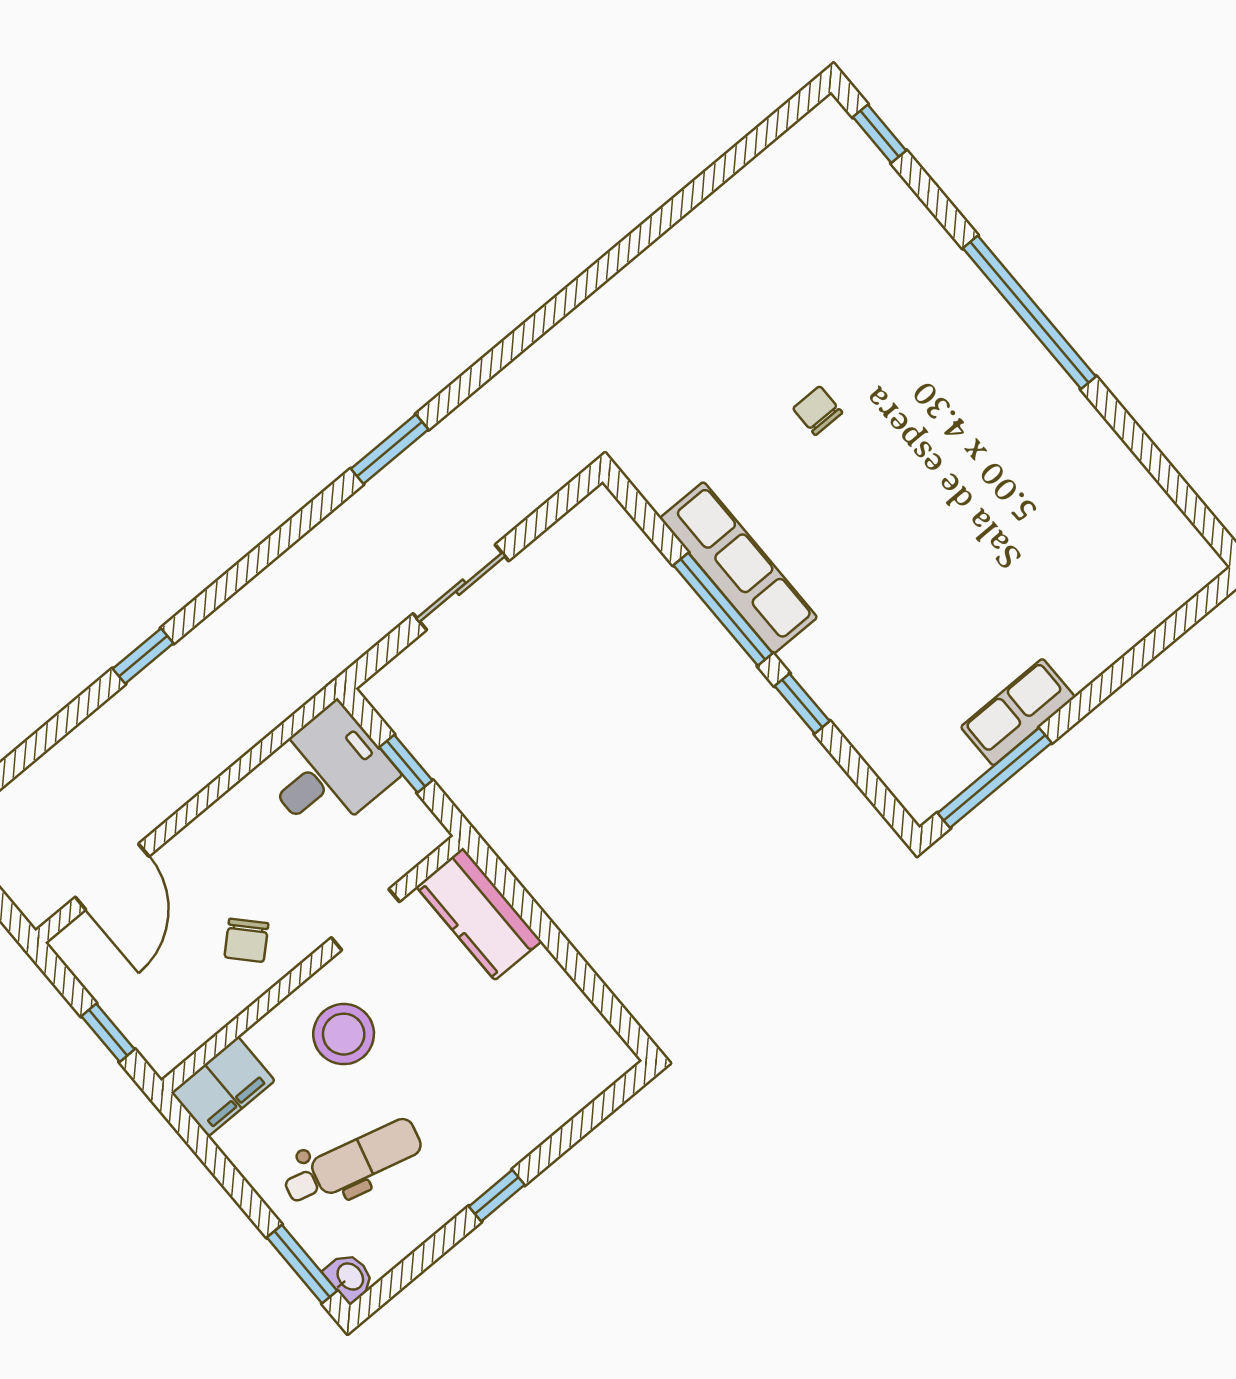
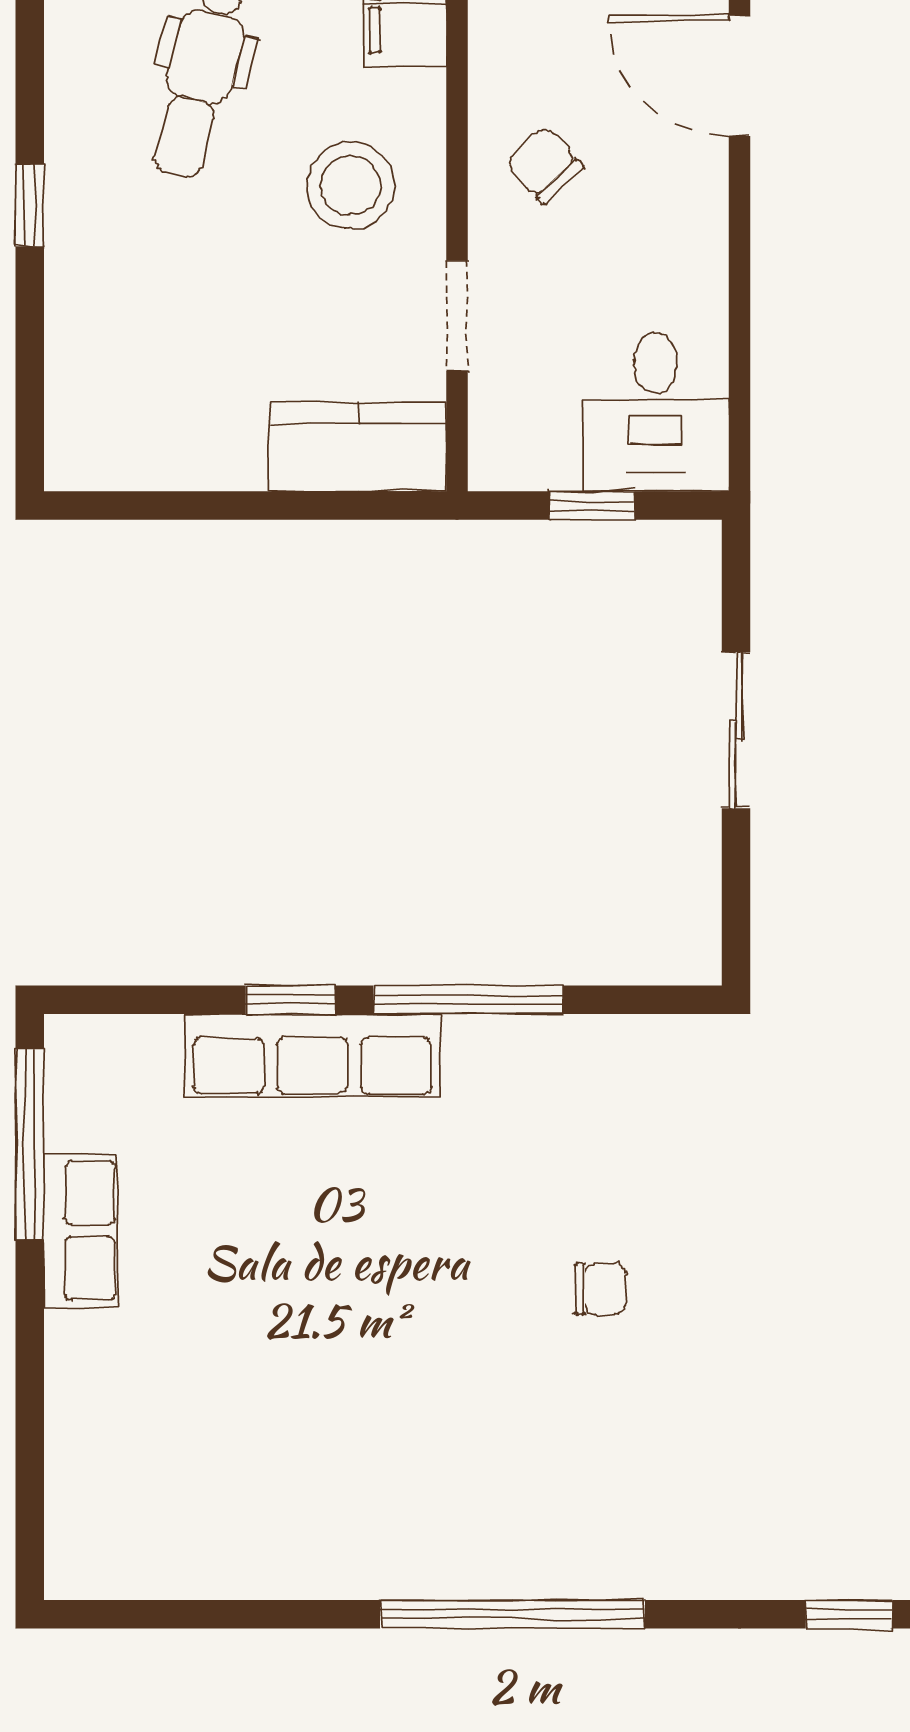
row of seats: (739, 568) -> (312, 1055), moved

